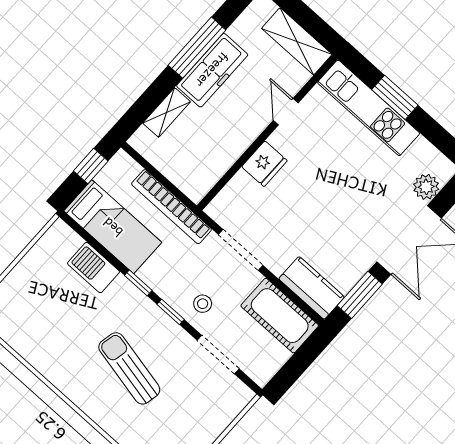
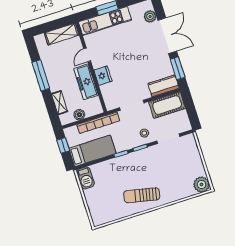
freezer: (212, 70) -> (86, 82), moved, turned 180
door: (286, 112) -> (87, 55), hinge flipped
boiler: (166, 163) -> (79, 115), added
barbecue: (94, 268) -> (86, 178), moved, turned -90
sun lounger: (129, 368) -> (142, 195), moved

